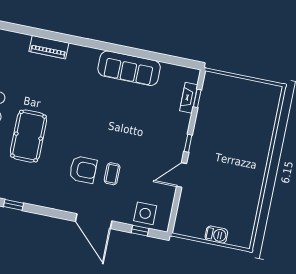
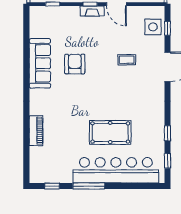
fireplace: (189, 98) -> (92, 11), moved
armchair: (83, 170) -> (75, 64), moved

